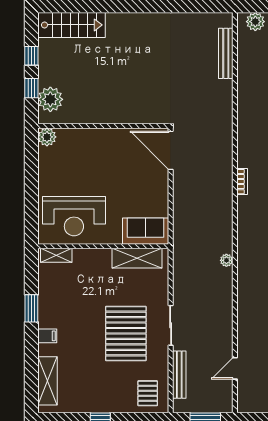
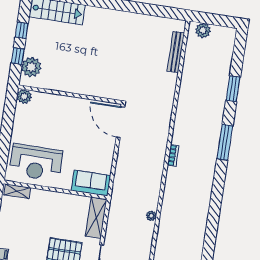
shelving: (137, 258) -> (96, 218), moved, turned 90

